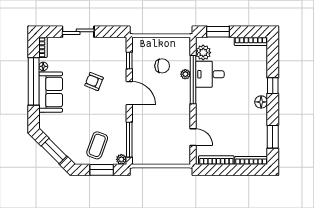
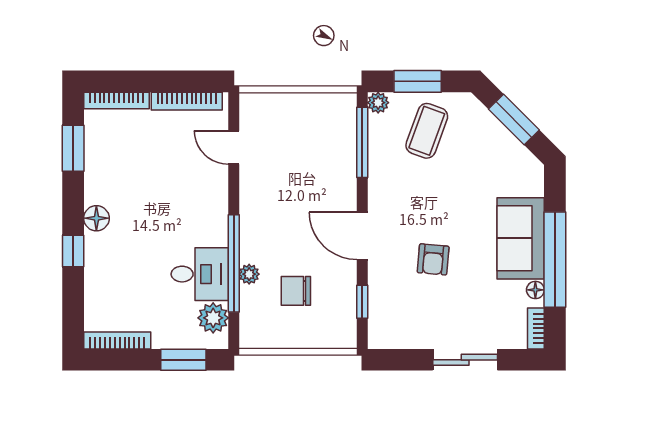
armchair: (94, 82) -> (433, 259), turned 73

